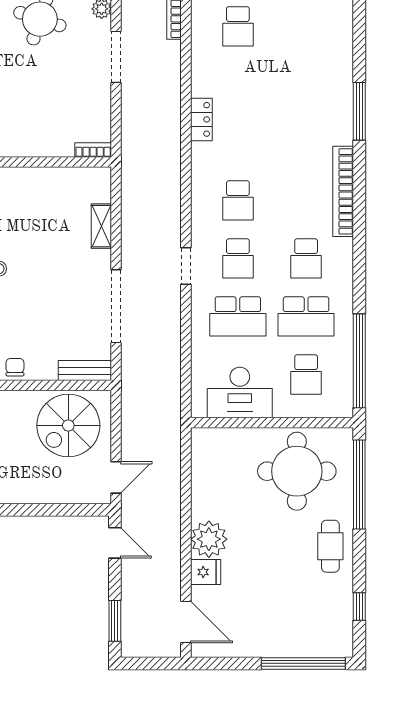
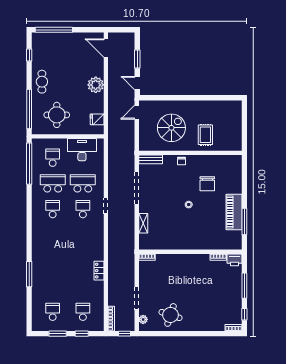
bookcase: (343, 191) -> (36, 239), removed
school desk: (238, 200) -> (53, 312), moved
spiral stairs: (68, 425) -> (171, 128), moved
round table: (297, 471) -> (57, 115), width x0.73, depth x0.73
fridge: (206, 572) -> (97, 119), moved
window: (115, 621) -> (137, 59), moved

